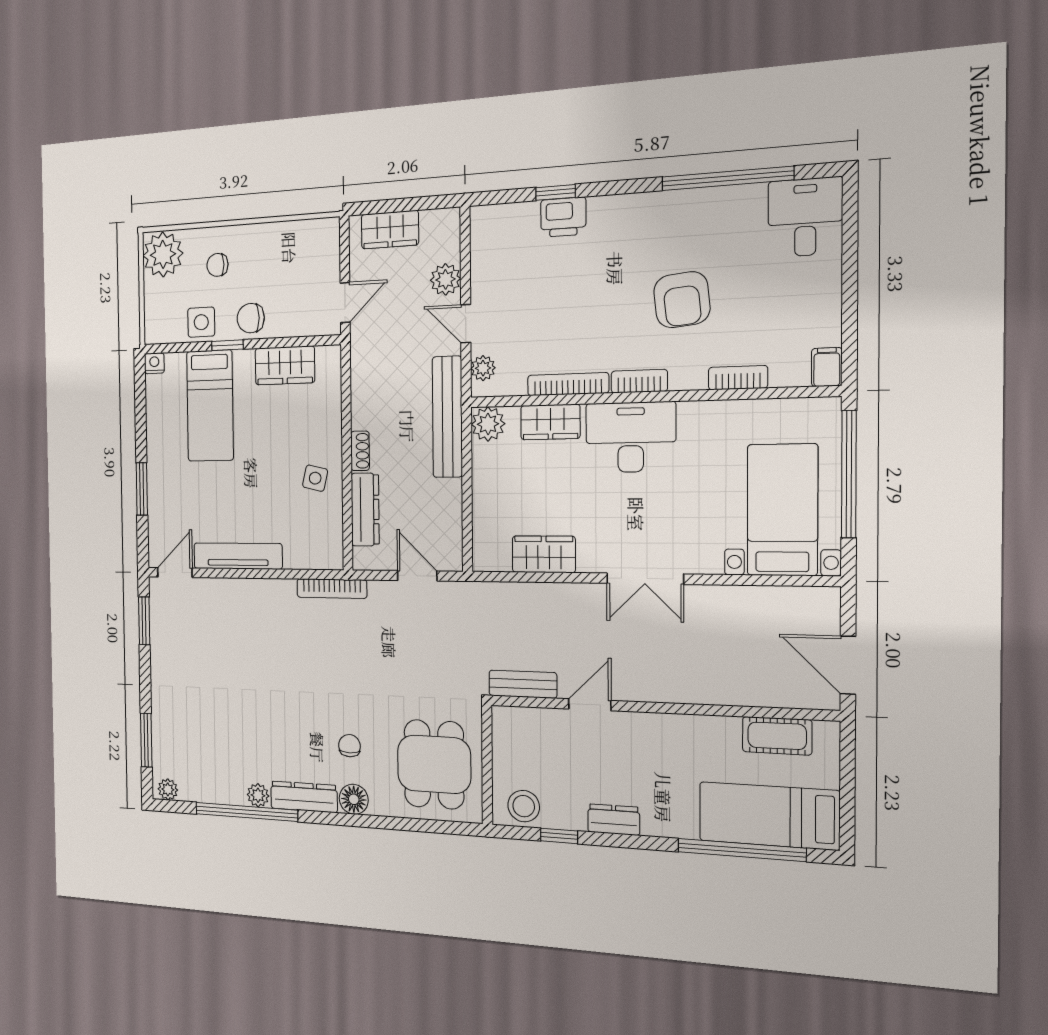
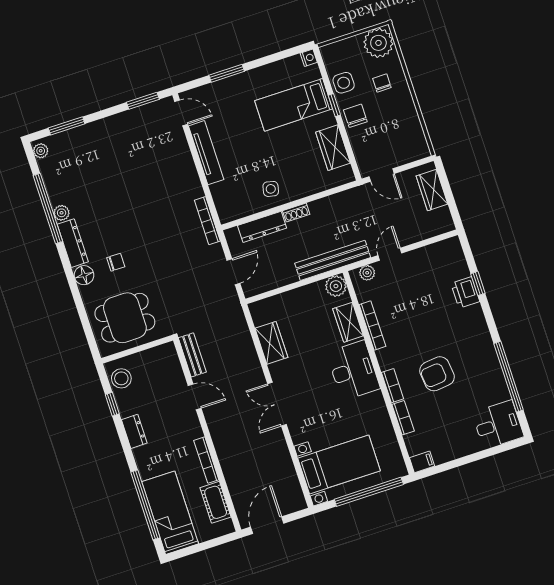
plant: (445, 279) -> (412, 234), removed
bookcase: (639, 381) -> (392, 386), moved
bookcase: (699, 724) -> (206, 460), added

